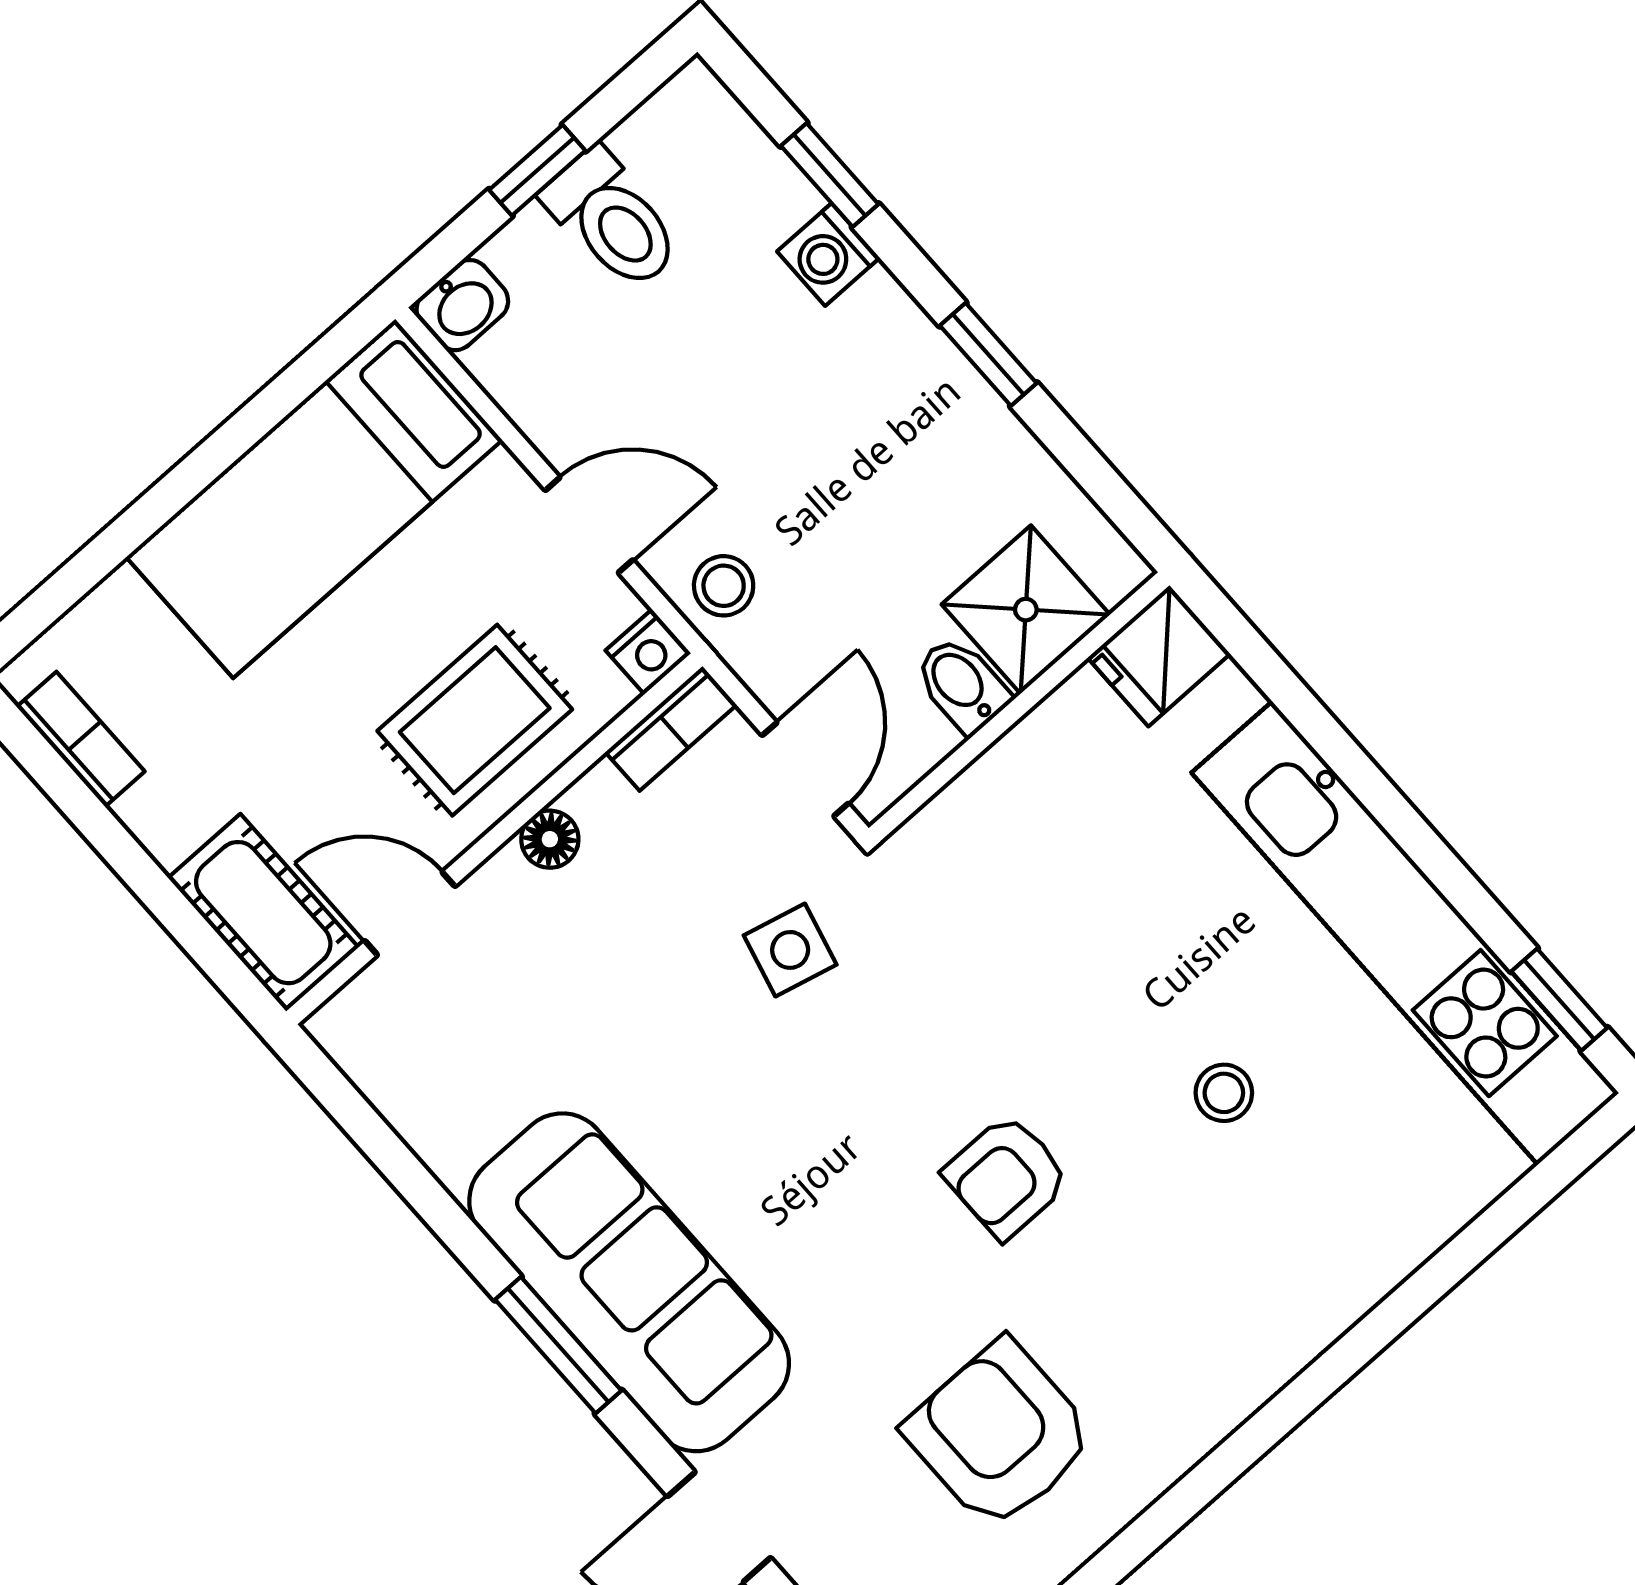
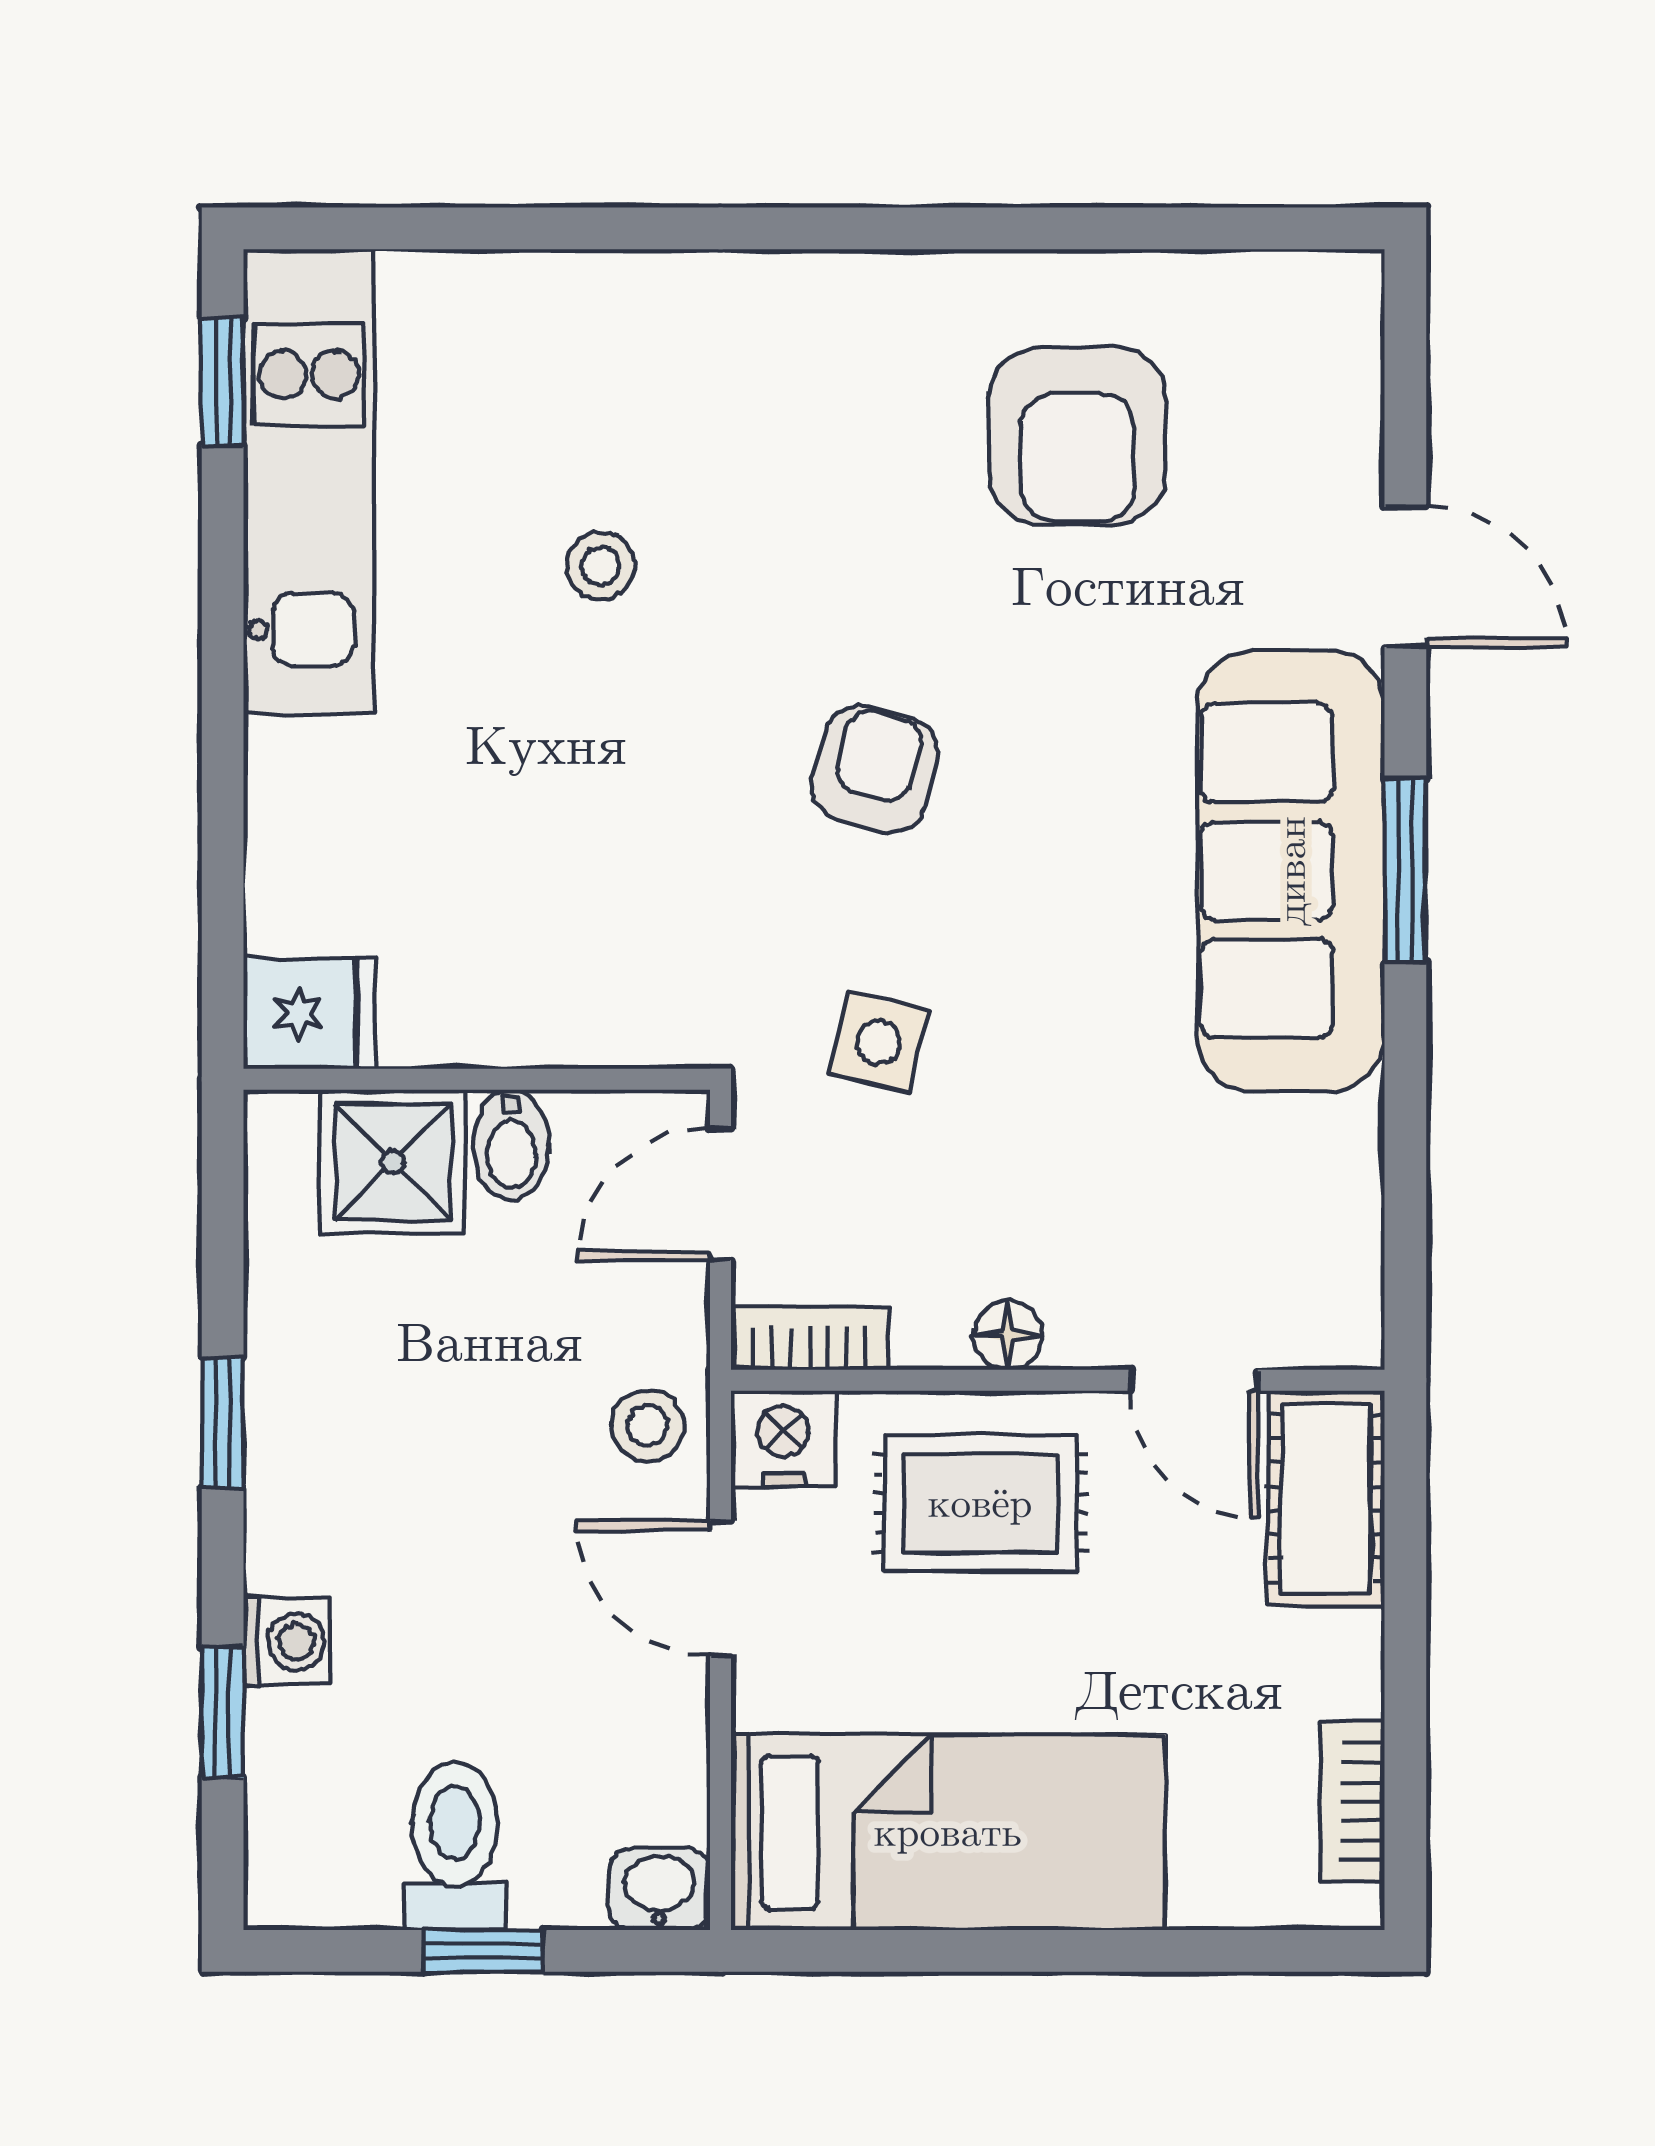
nightstand: (648, 652) -> (783, 1439), width x1.39, depth x1.35
kitchen unit: (1405, 933) -> (309, 481), width x0.73
armchair: (1007, 1177) -> (875, 769), moved, turned -74

